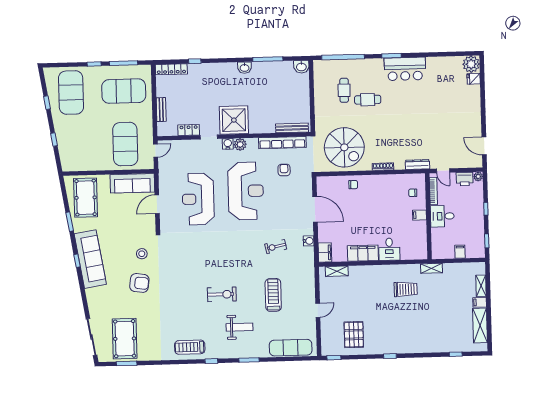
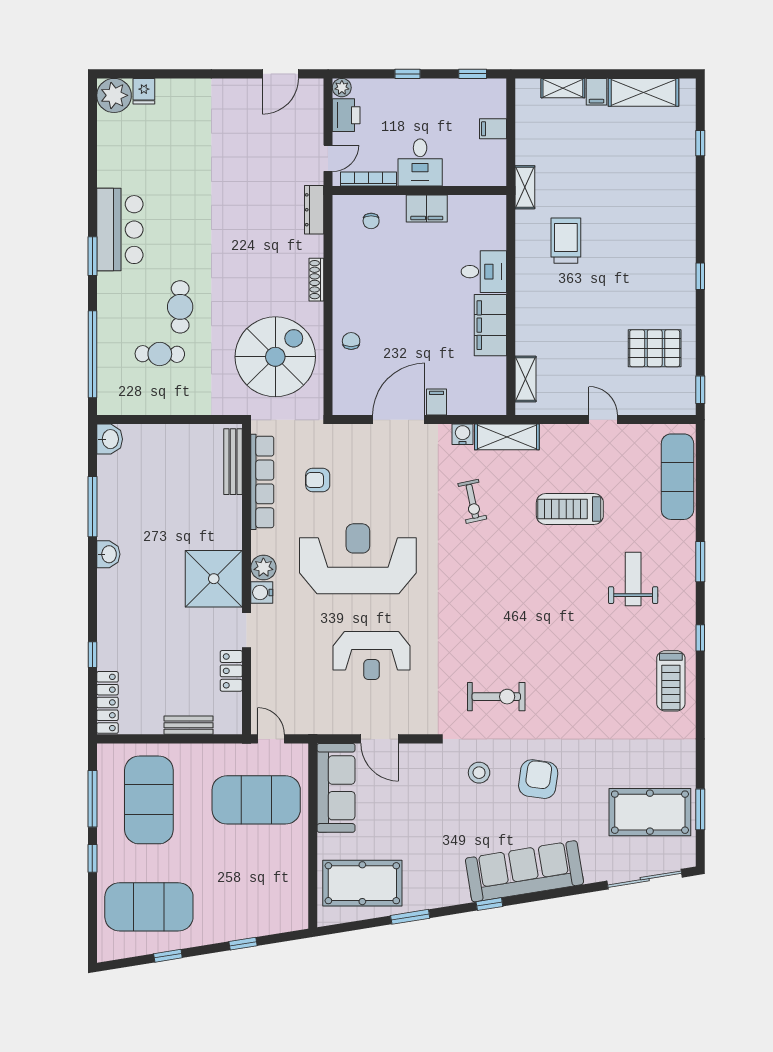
reception desk: (198, 199) -> (372, 655), width x0.74, depth x0.77
filing cabinet: (419, 215) -> (427, 209), width x2.00
filing cabinet: (325, 252) -> (437, 402), moved, width x0.50
sofa: (90, 259) -> (524, 871), moved
shelving: (308, 263) -> (507, 437), added
exercise bike: (222, 294) -> (496, 697), moved, turned 90

